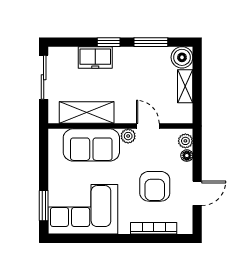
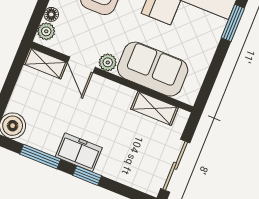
freezer: (95, 58) -> (79, 152), moved
shelving: (185, 86) -> (45, 63), moved, turned 90
shelving: (87, 112) -> (155, 108), width x0.67, depth x0.75

